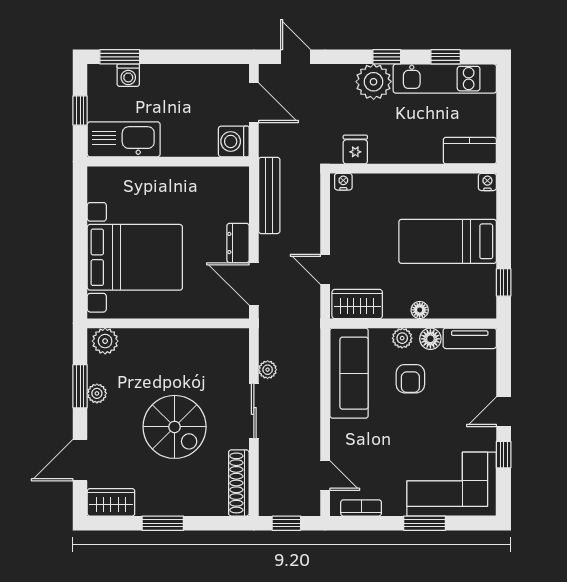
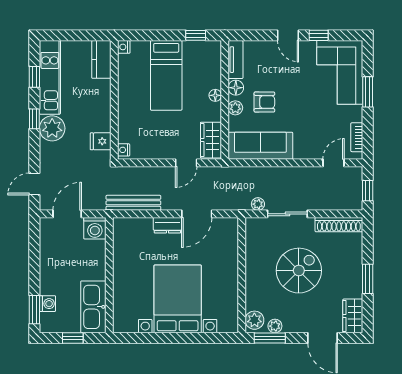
wall: (168, 323) -> (242, 275), moved
plant: (105, 341) -> (254, 320), moved

